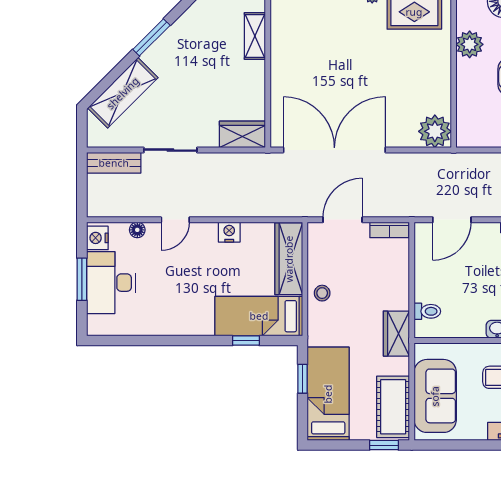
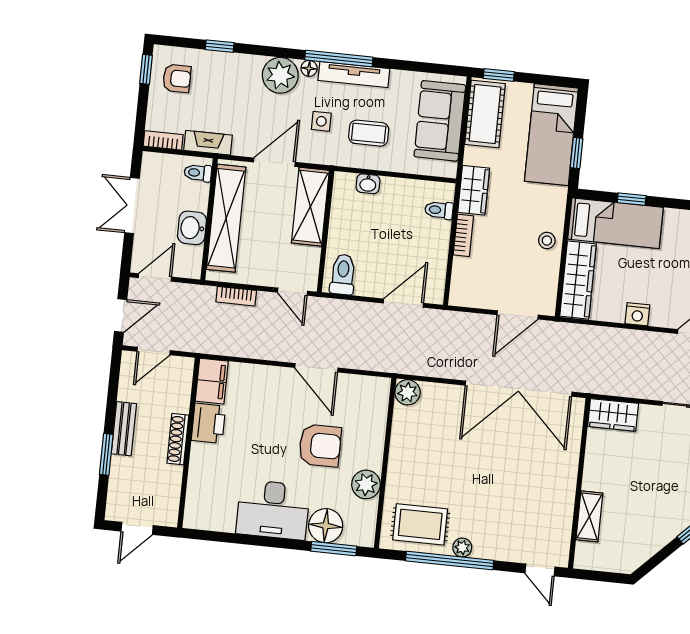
plant: (435, 131) -> (408, 392), width x0.73, depth x0.73
bookcase: (389, 230) -> (463, 235), moved, turned 90

